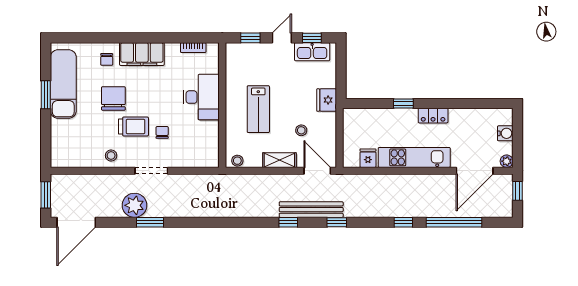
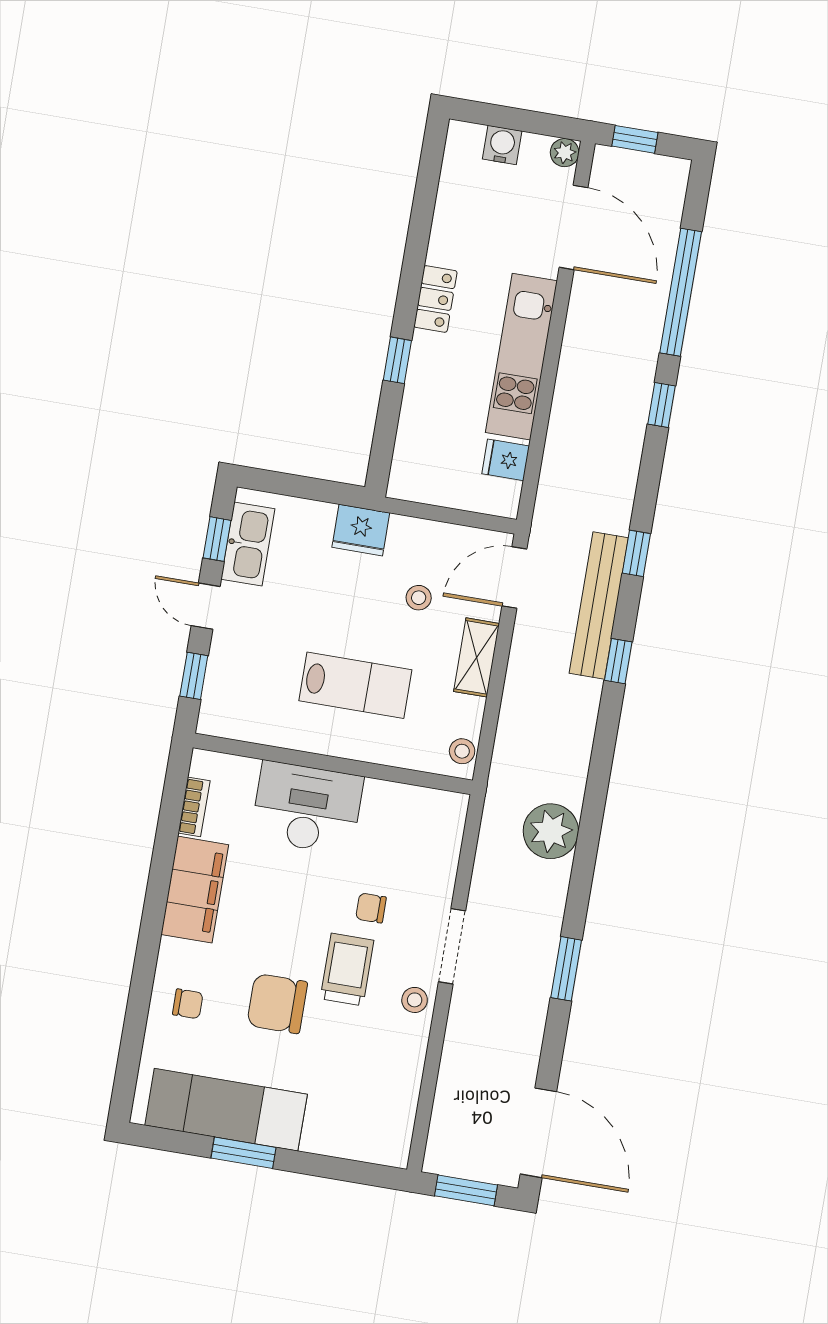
filing cabinet: (142, 54) -> (195, 890), moved
stool: (111, 156) -> (415, 1000), moved
plant: (134, 205) -> (551, 831), moved

